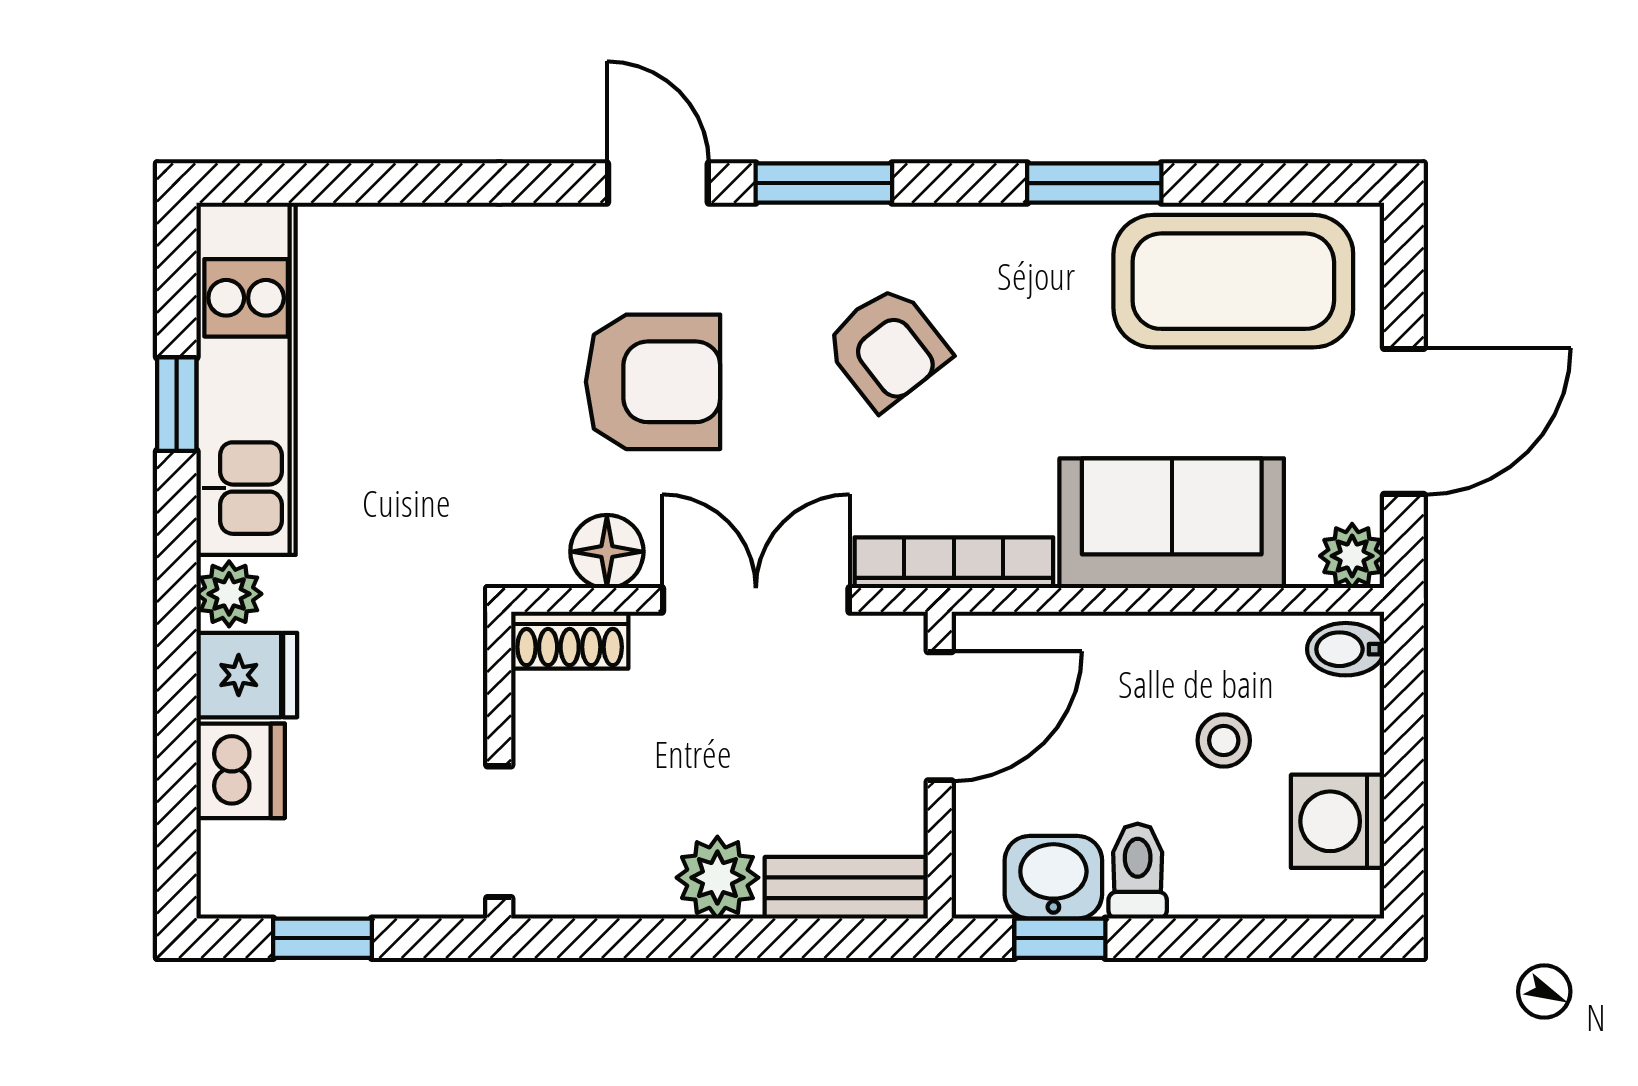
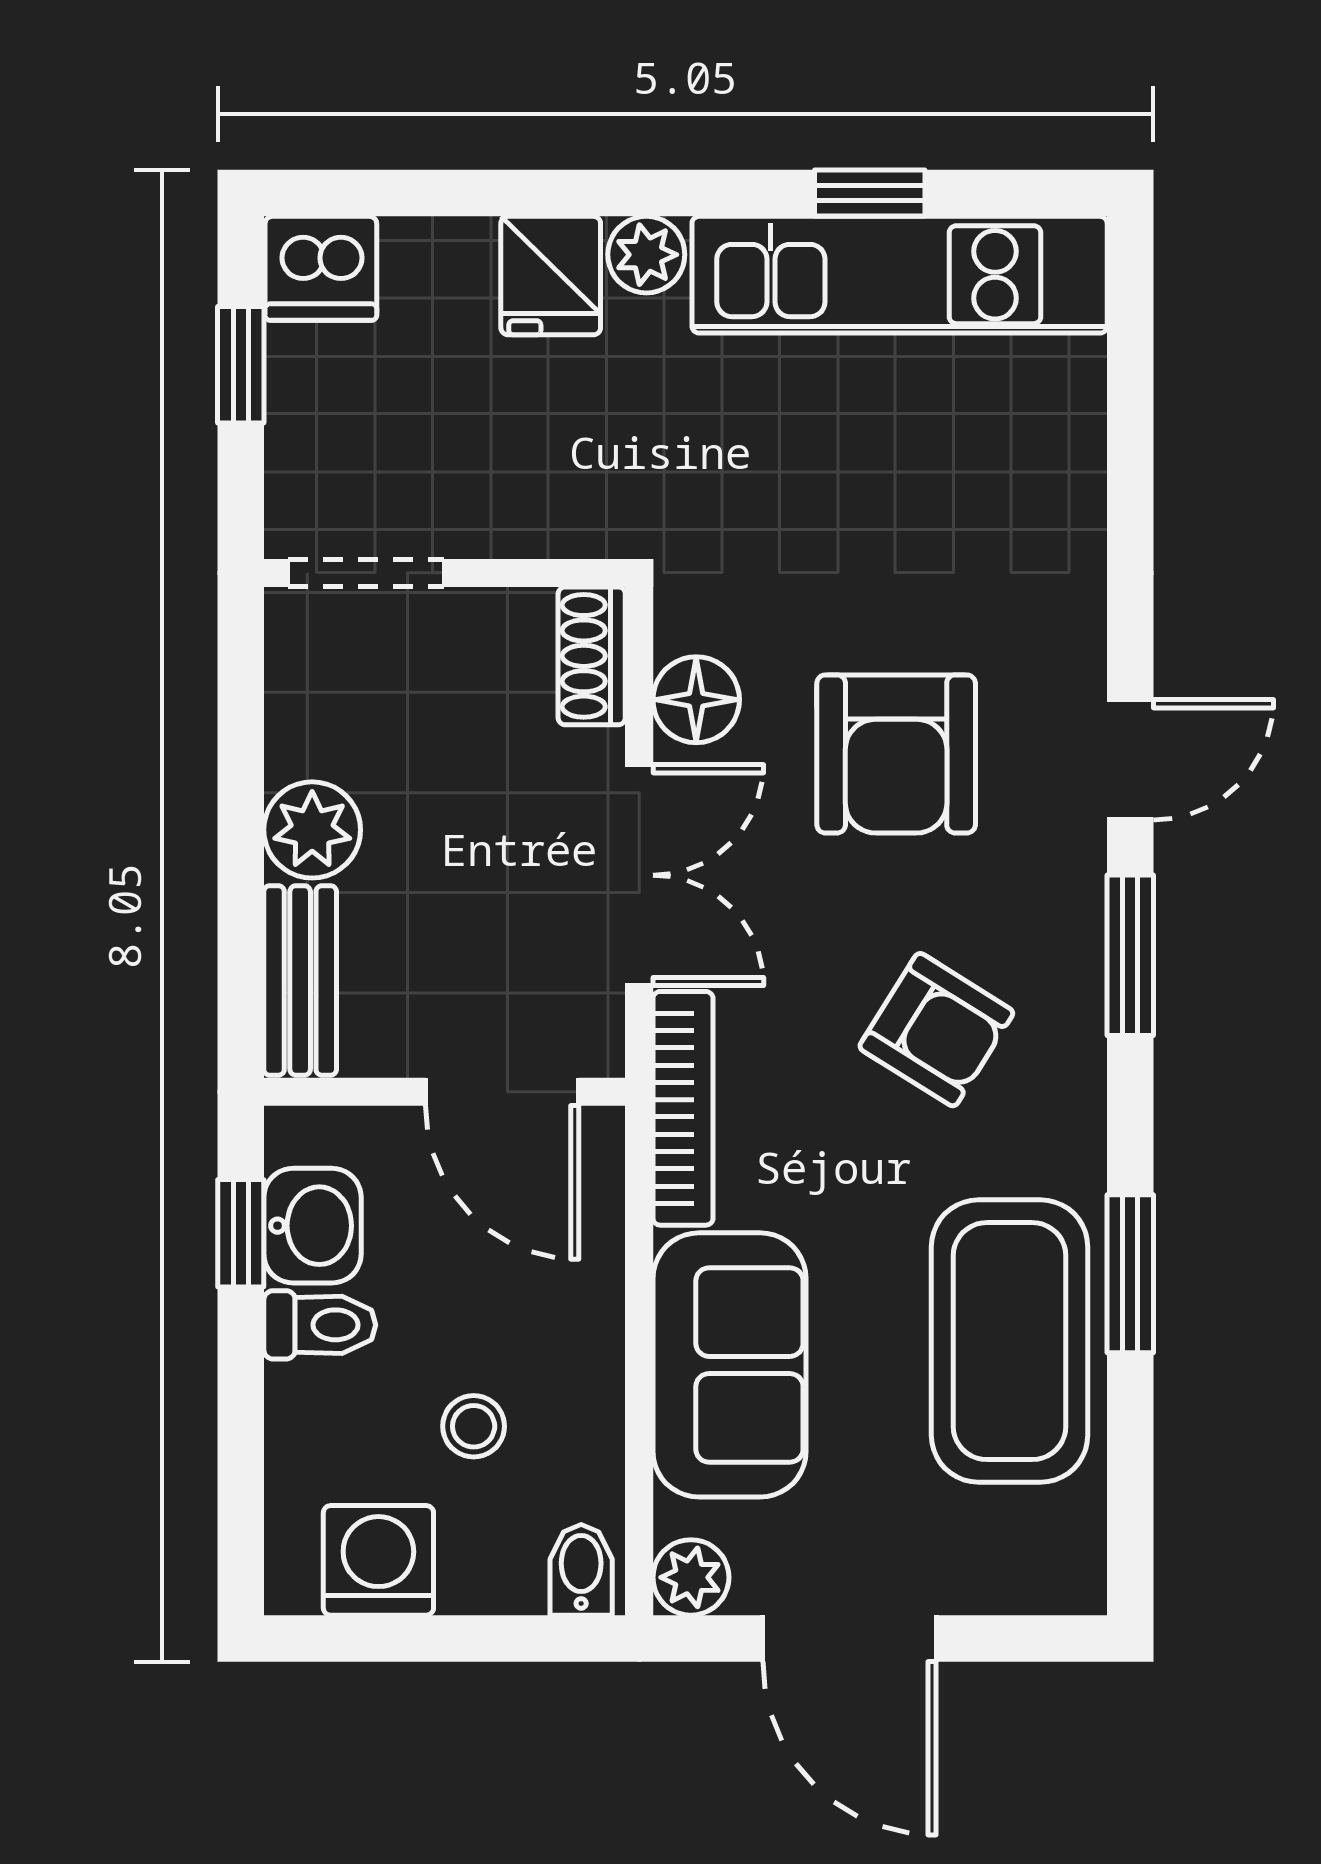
coffee table: (1233, 281) -> (1010, 1341), moved
armchair: (887, 348) -> (936, 1030), turned -110
dishwasher: (241, 771) -> (321, 268), moved

